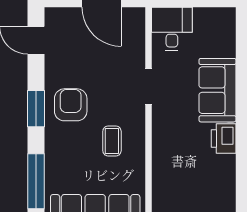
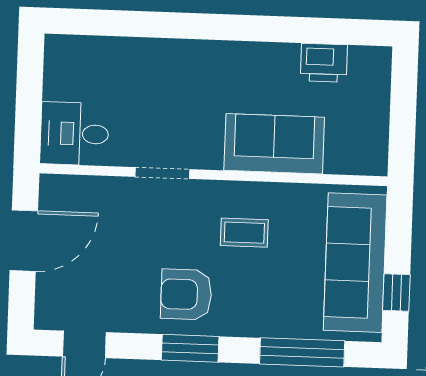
sofa: (217, 90) -> (274, 144), moved, turned 180
printer: (224, 139) -> (324, 63), moved

